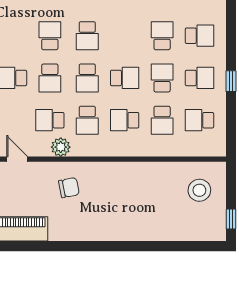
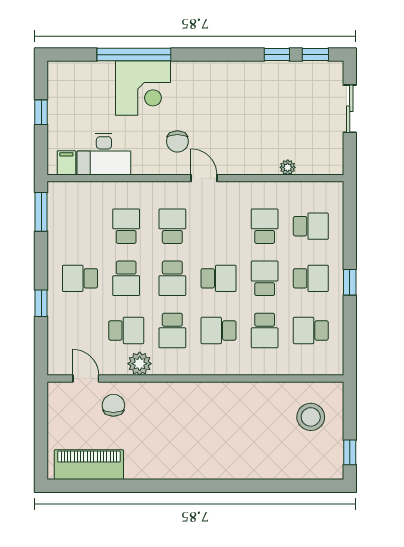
school desk: (87, 36) -> (172, 226), turned 180
school desk: (50, 120) -> (126, 330), turned 180
chair: (69, 188) -> (113, 405), moved, turned -79

